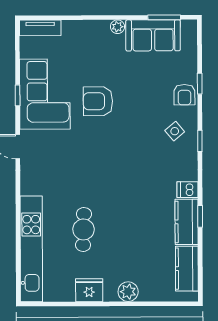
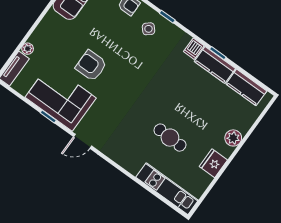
plant: (117, 27) -> (28, 49), moved
armchair: (98, 101) -> (91, 66), turned 90
kitchen unit: (31, 249) -> (167, 189), width x0.73

